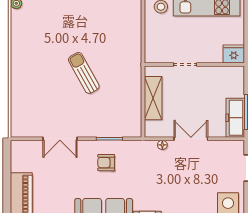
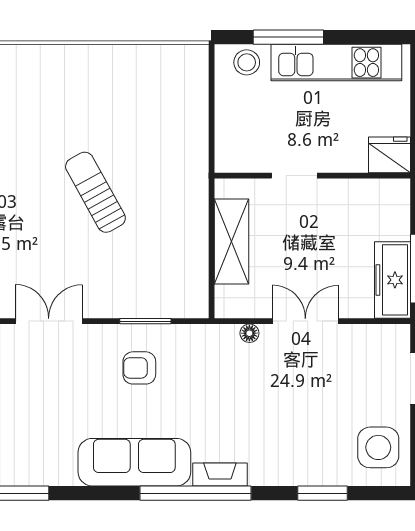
double door: (60, 139) -> (49, 321), swing flipped

